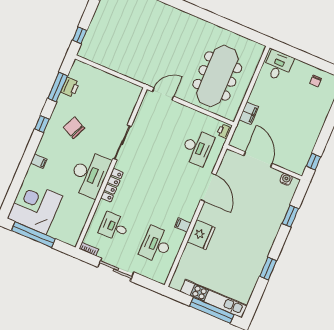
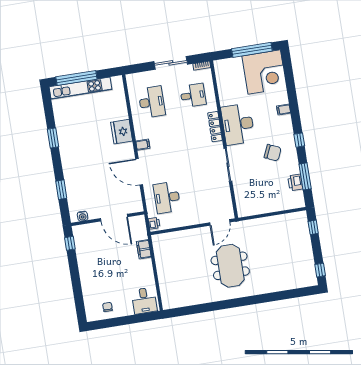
meeting table: (217, 76) -> (230, 266), moved, width x0.73
filing cabinet: (183, 225) -> (143, 145), moved

